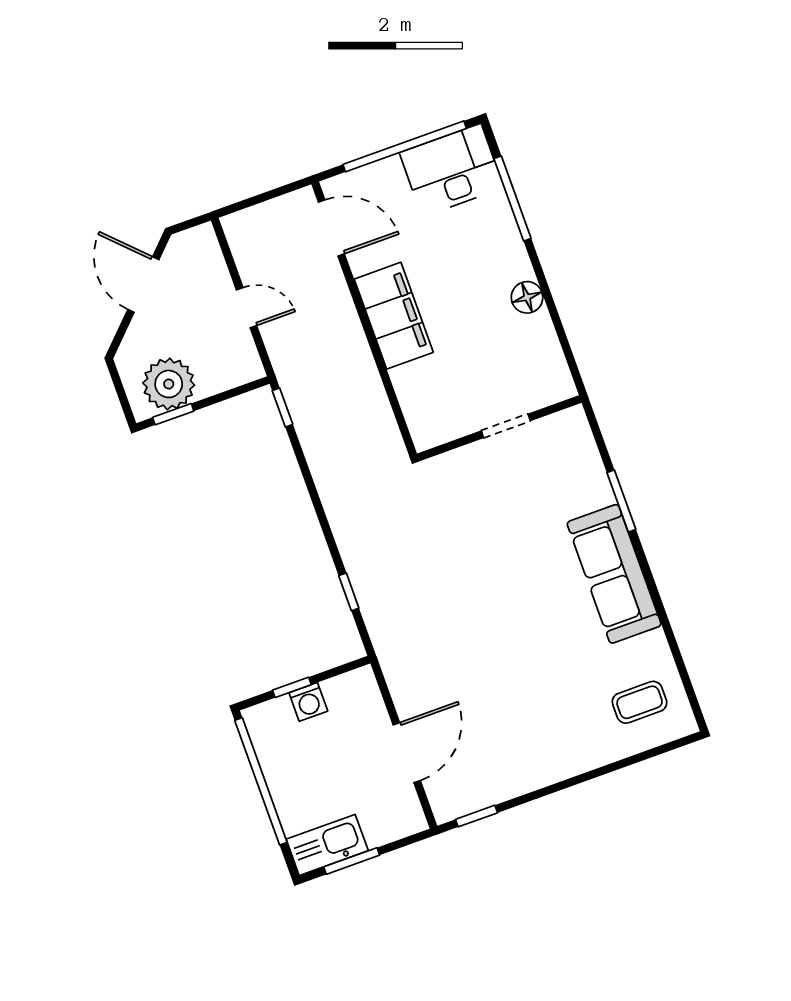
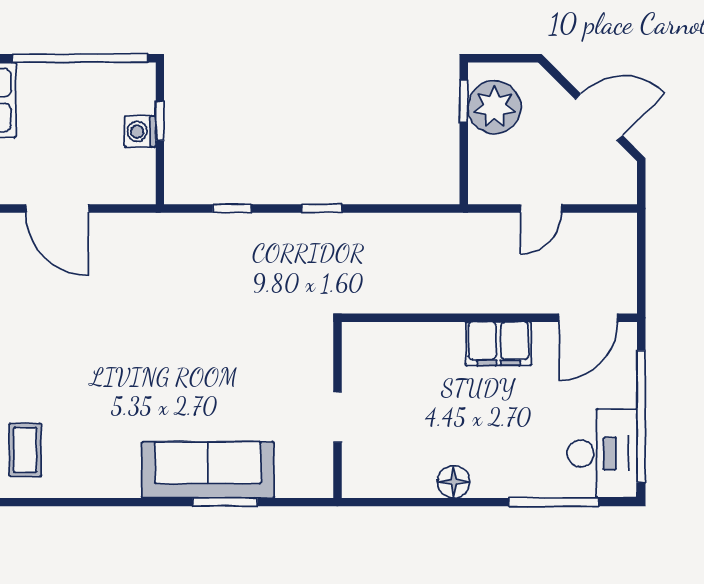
filing cabinet: (394, 316) -> (499, 344), width x0.67, depth x0.86
window: (282, 407) -> (322, 209), moved
sofa: (614, 574) -> (208, 470), moved

